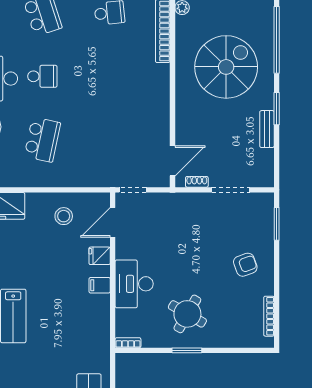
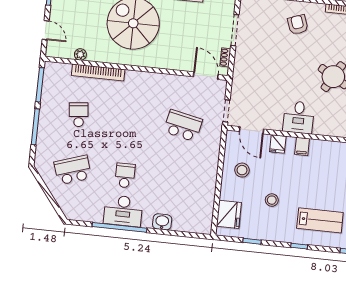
school desk: (42, 140) -> (183, 126), moved
stool: (31, 256) -> (272, 200), added
desk: (134, 284) -> (299, 117), width x0.73

